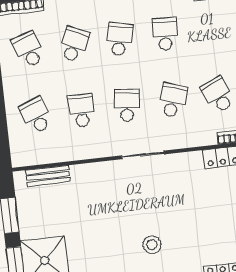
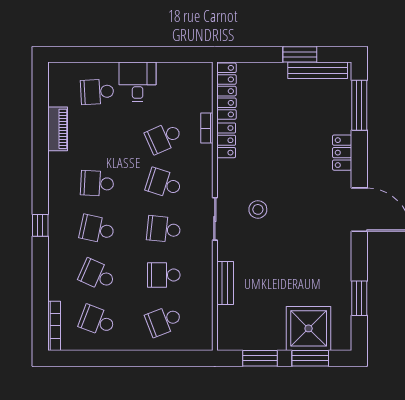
school desk: (28, 49) -> (97, 321), turned 39
bench: (48, 176) -> (225, 283), moved
stool: (152, 245) -> (258, 209), moved

